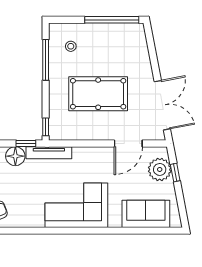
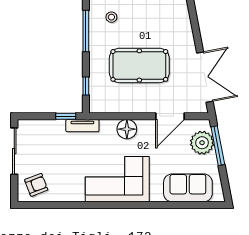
window: (46, 127) -> (86, 86), moved
tv unit: (49, 153) -> (82, 126), width x0.71
floor lamp: (15, 156) -> (127, 129), moved
window: (175, 172) -> (218, 146), width x2.17

